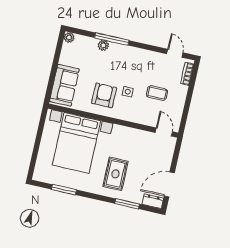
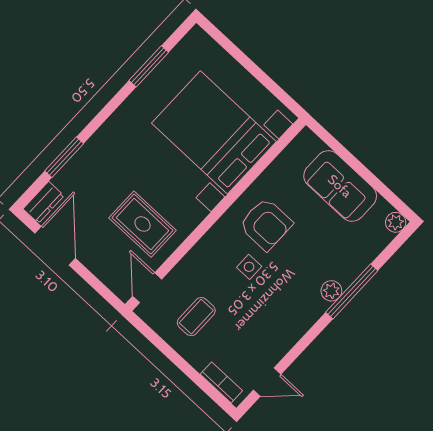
plant: (103, 45) -> (331, 291), moved
sofa: (64, 85) -> (340, 186), moved
coffee table: (157, 93) -> (196, 317), moved
door: (164, 132) -> (147, 288), swing flipped
rug: (116, 174) -> (143, 224), moved

